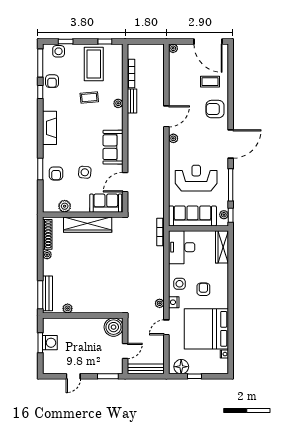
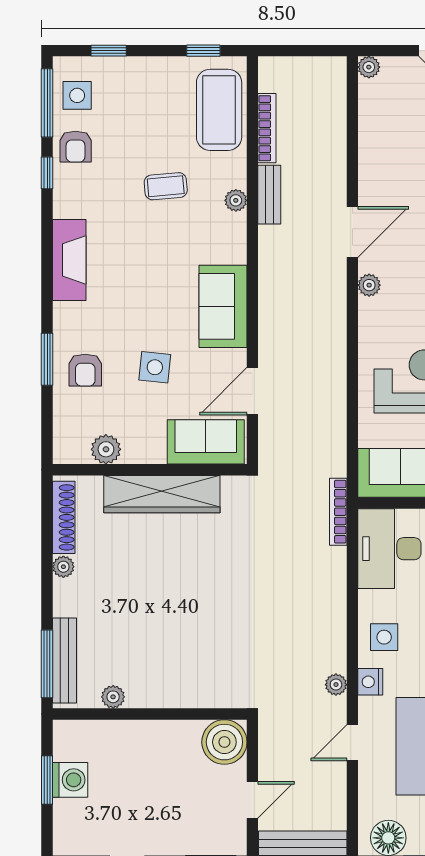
side table: (59, 51) -> (77, 95), moved
coffee table: (94, 64) -> (219, 110), moved

